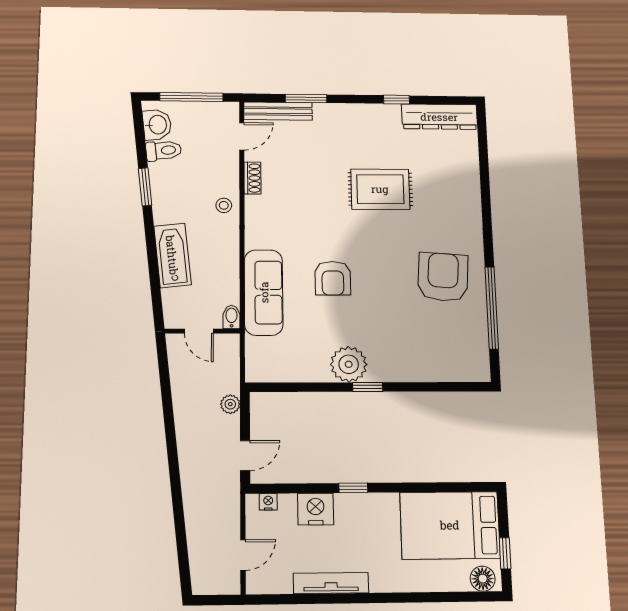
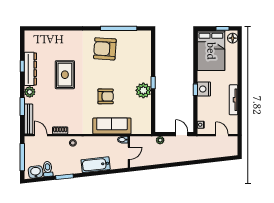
plant: (339, 114) -> (30, 92), added
dresser: (439, 117) -> (30, 69), moved
nightstand: (316, 509) -> (204, 89), moved

